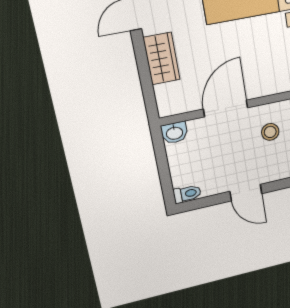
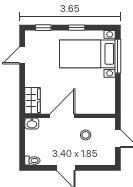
wardrobe: (162, 58) -> (32, 101), moved

